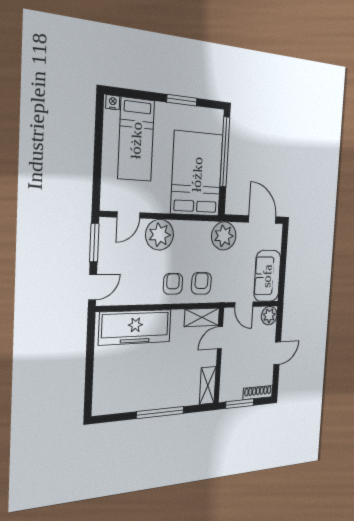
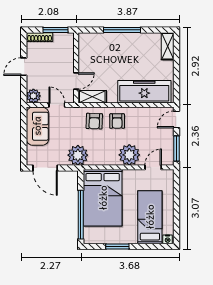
shelving: (208, 385) -> (168, 46), moved

